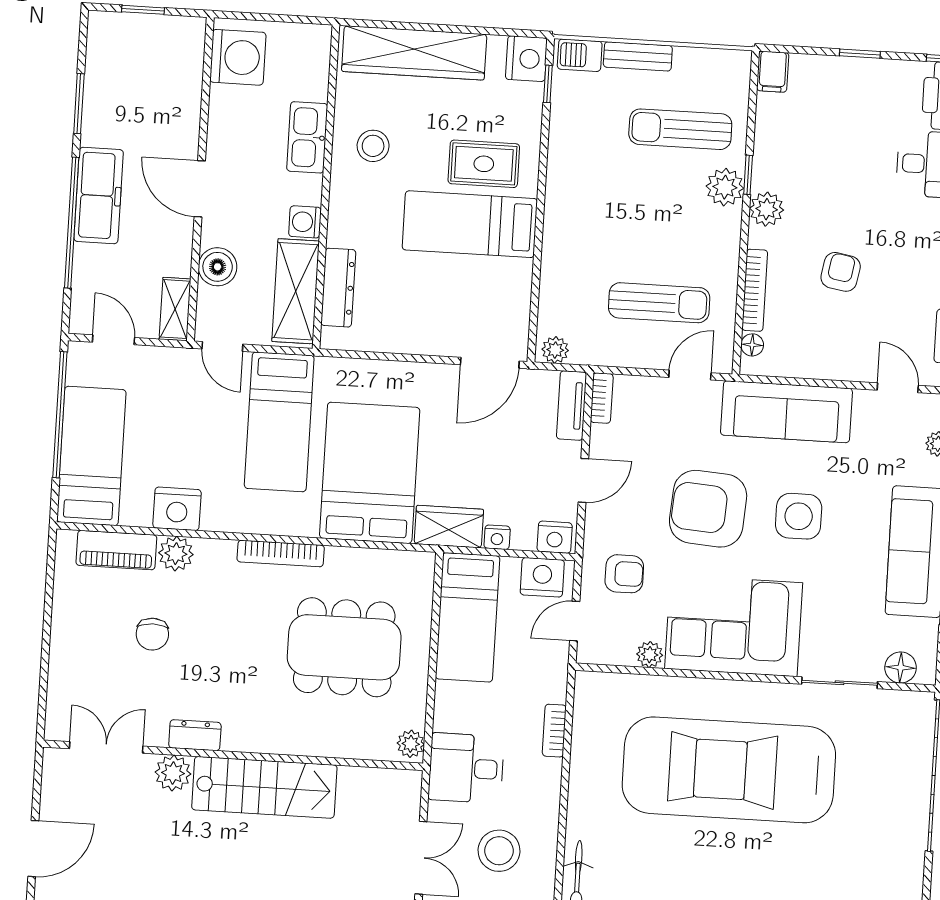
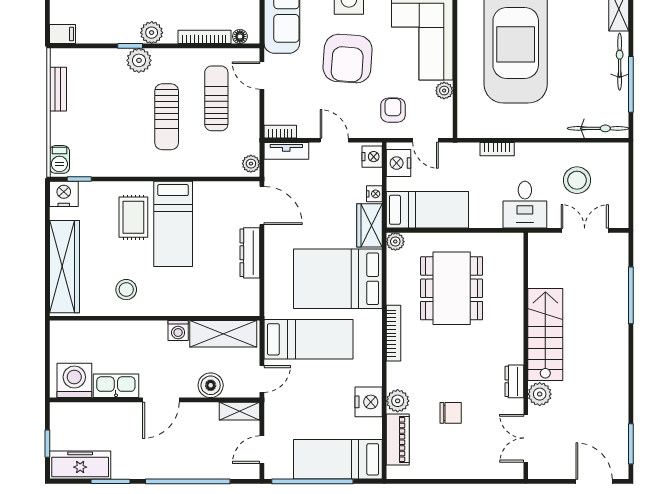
bench: (638, 56) -> (58, 89), moved
sun lounger: (680, 129) -> (167, 117), moved
kitchen sink: (307, 137) -> (116, 386), moved, turned 180
freezer: (99, 196) -> (80, 465), moved
dresser: (338, 288) -> (250, 253), moved, turned -90
plant: (411, 744) -> (395, 242), moved

